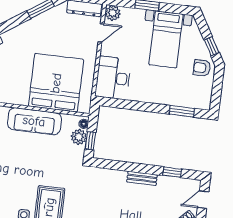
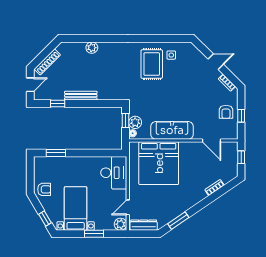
window: (212, 46) -> (45, 219), moved
bench: (142, 178) -> (81, 96), width x1.36

